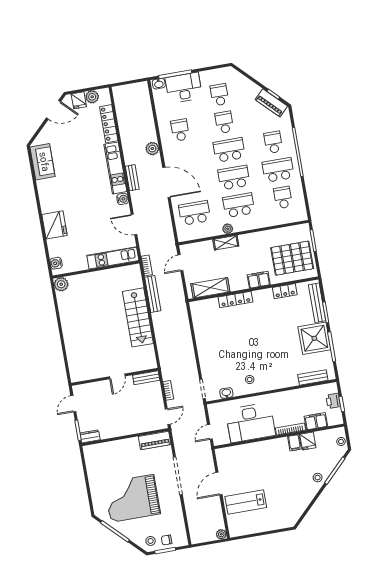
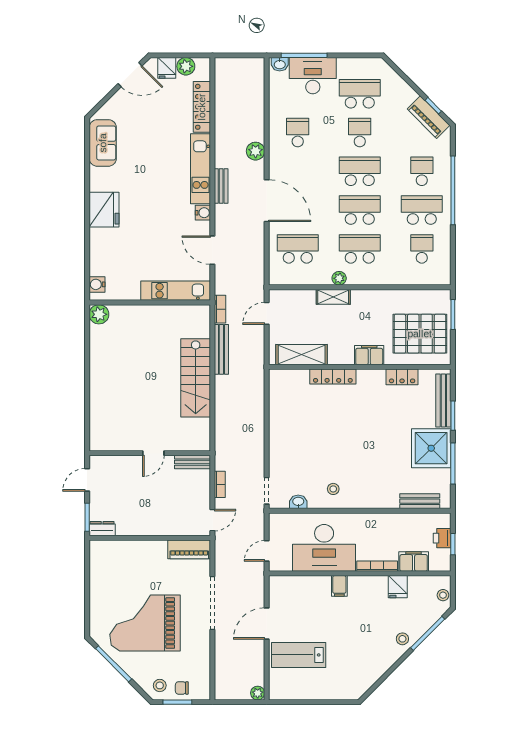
school desk: (219, 95) -> (360, 94), width x1.85
fridge: (54, 225) -> (104, 210), moved
filing cabinet: (294, 443) -> (339, 586), moved

